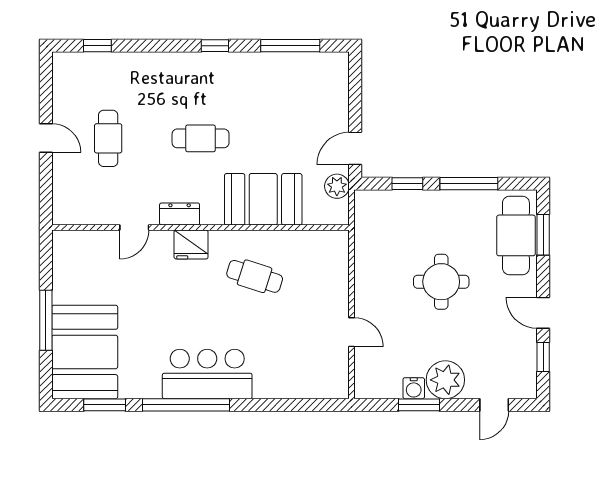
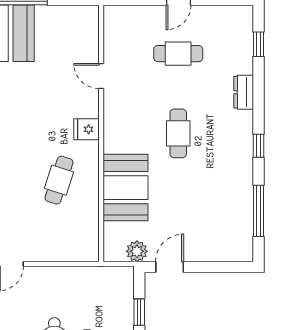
door: (355, 148) -> (170, 267), hinge flipped
dresser: (180, 214) -> (244, 92), moved, turned 180
fridge: (191, 244) -> (86, 129), width x0.72

